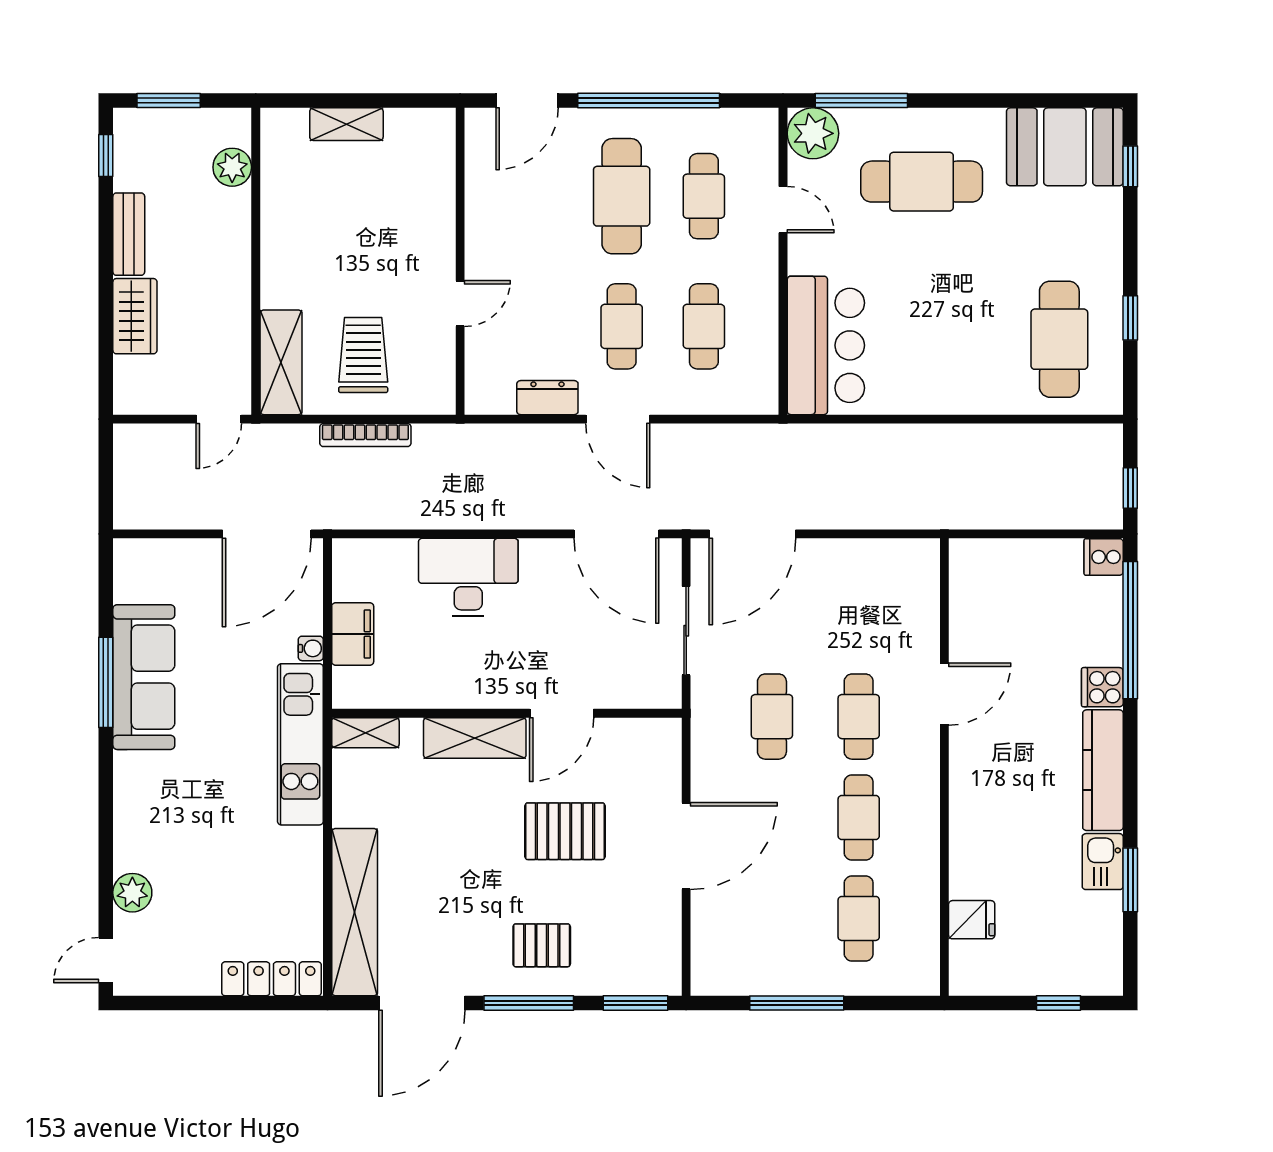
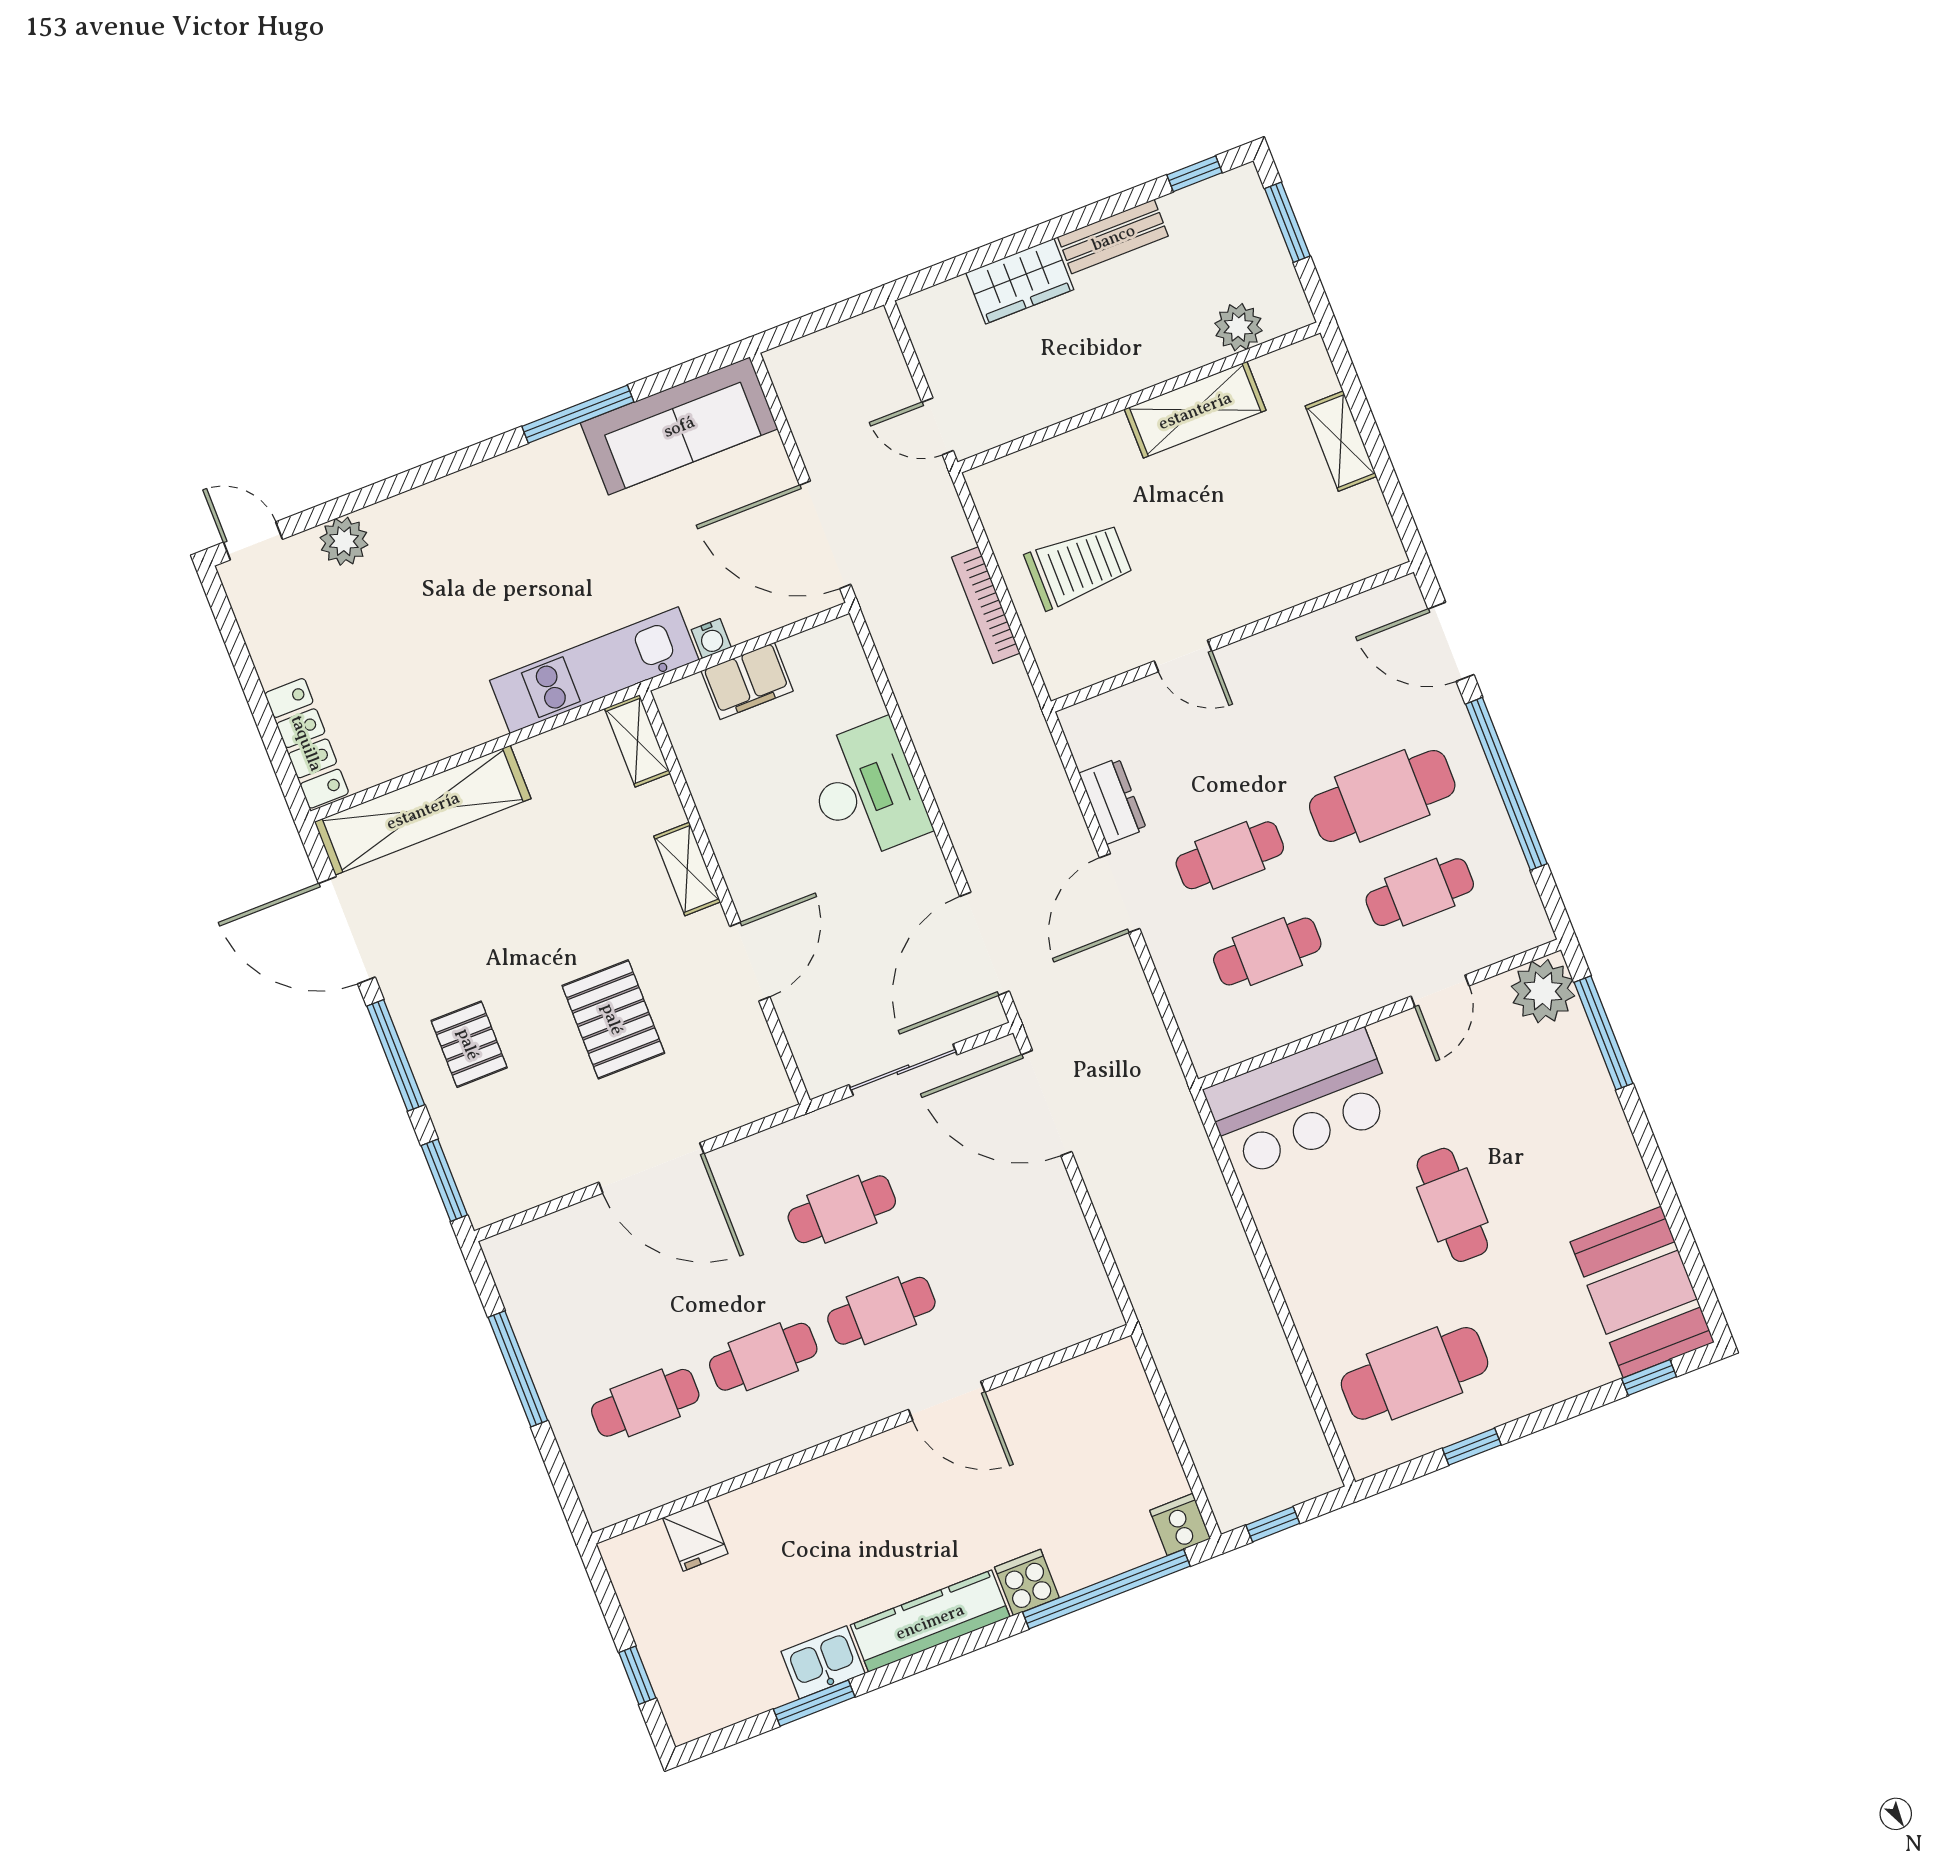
cafe table: (922, 182) -> (1452, 1205), moved, width x0.73, depth x0.74
shelving: (281, 362) -> (1195, 410), moved
sofa: (144, 677) -> (679, 426), moved
door: (562, 713) -> (750, 962), swing flipped
shelving: (475, 738) -> (687, 869), width x0.67, depth x0.75

